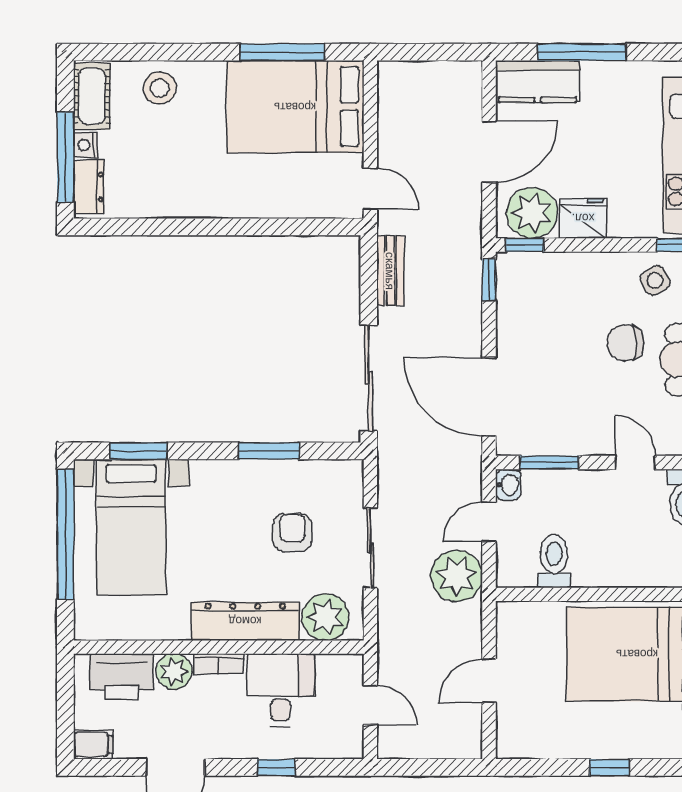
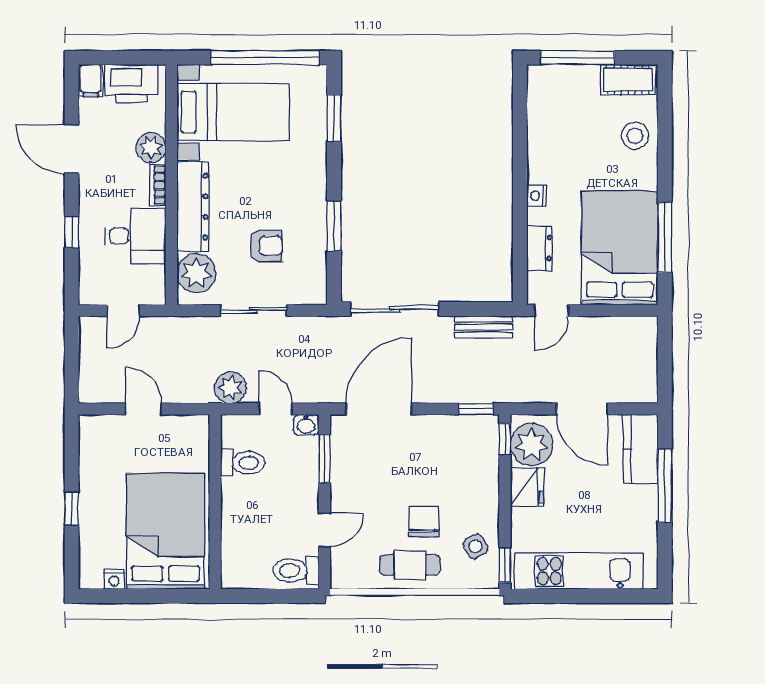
nightstand: (86, 145) -> (537, 196), moved, turned -90
dresser: (89, 187) -> (539, 248), moved, turned -90
bed with nightstands: (131, 527) -> (233, 112), moved, turned 180
plant: (457, 576) -> (230, 388), width x0.73, depth x0.73
printer: (122, 677) -> (131, 83), moved, turned -90

